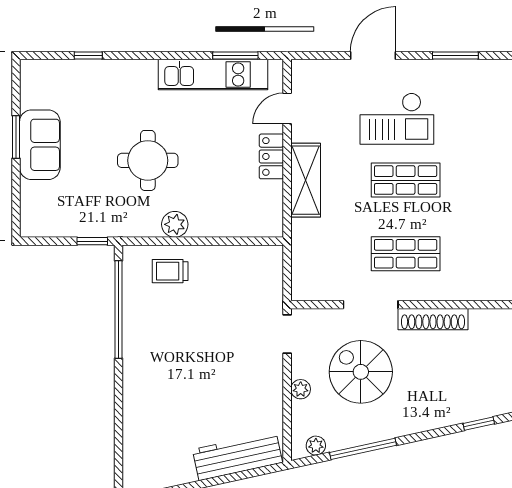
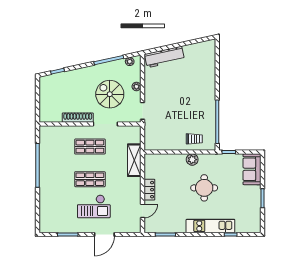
kitchen unit: (213, 74) -> (210, 226), moved
checkout: (397, 119) -> (94, 206), turned 180
sofa: (40, 145) -> (252, 169), moved
shelving: (306, 180) -> (134, 160), moved
spiral stairs: (361, 372) -> (110, 94), turned 180

